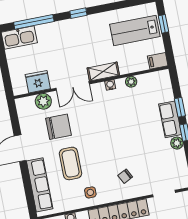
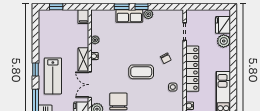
lab bench: (135, 30) -> (53, 76), moved
double door: (73, 86) -> (90, 85), swing flipped
coffee table: (71, 163) -> (141, 72), moved

